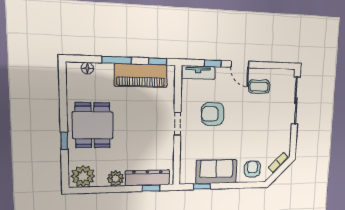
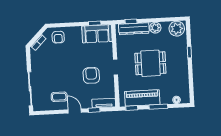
armchair: (213, 114) -> (91, 75), turned -90
dining table: (93, 125) -> (150, 63), moved, turned 90
sofa: (216, 172) -> (97, 34), moved

